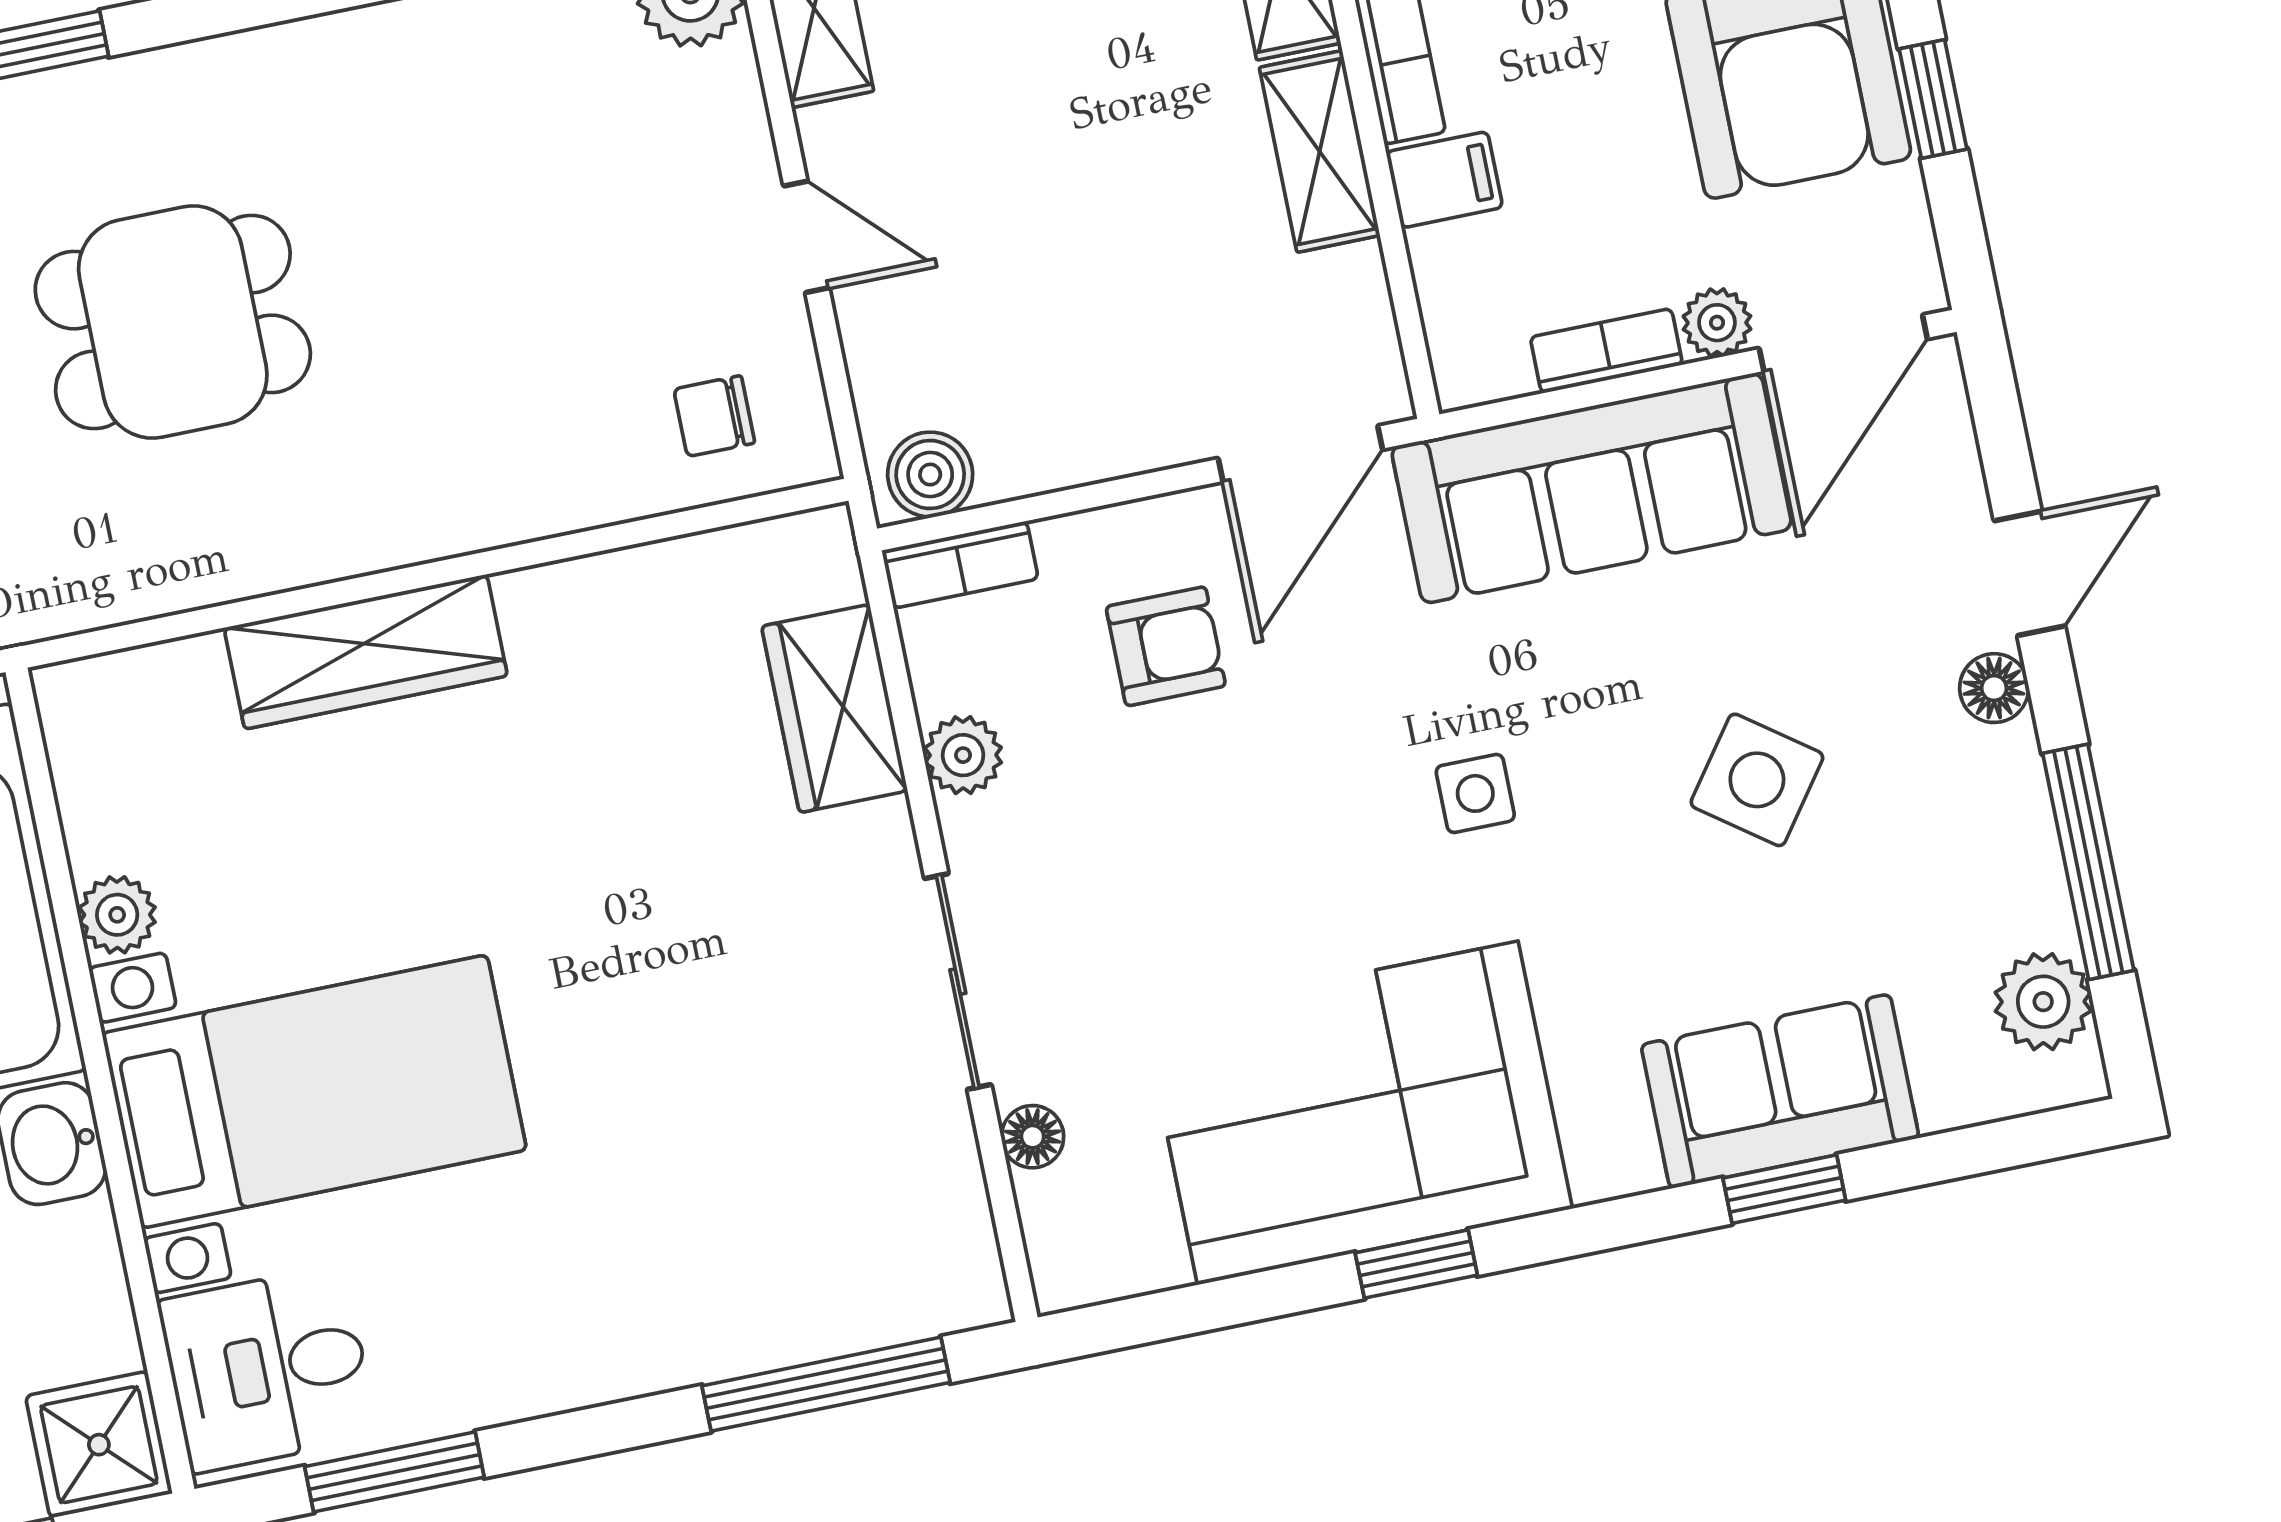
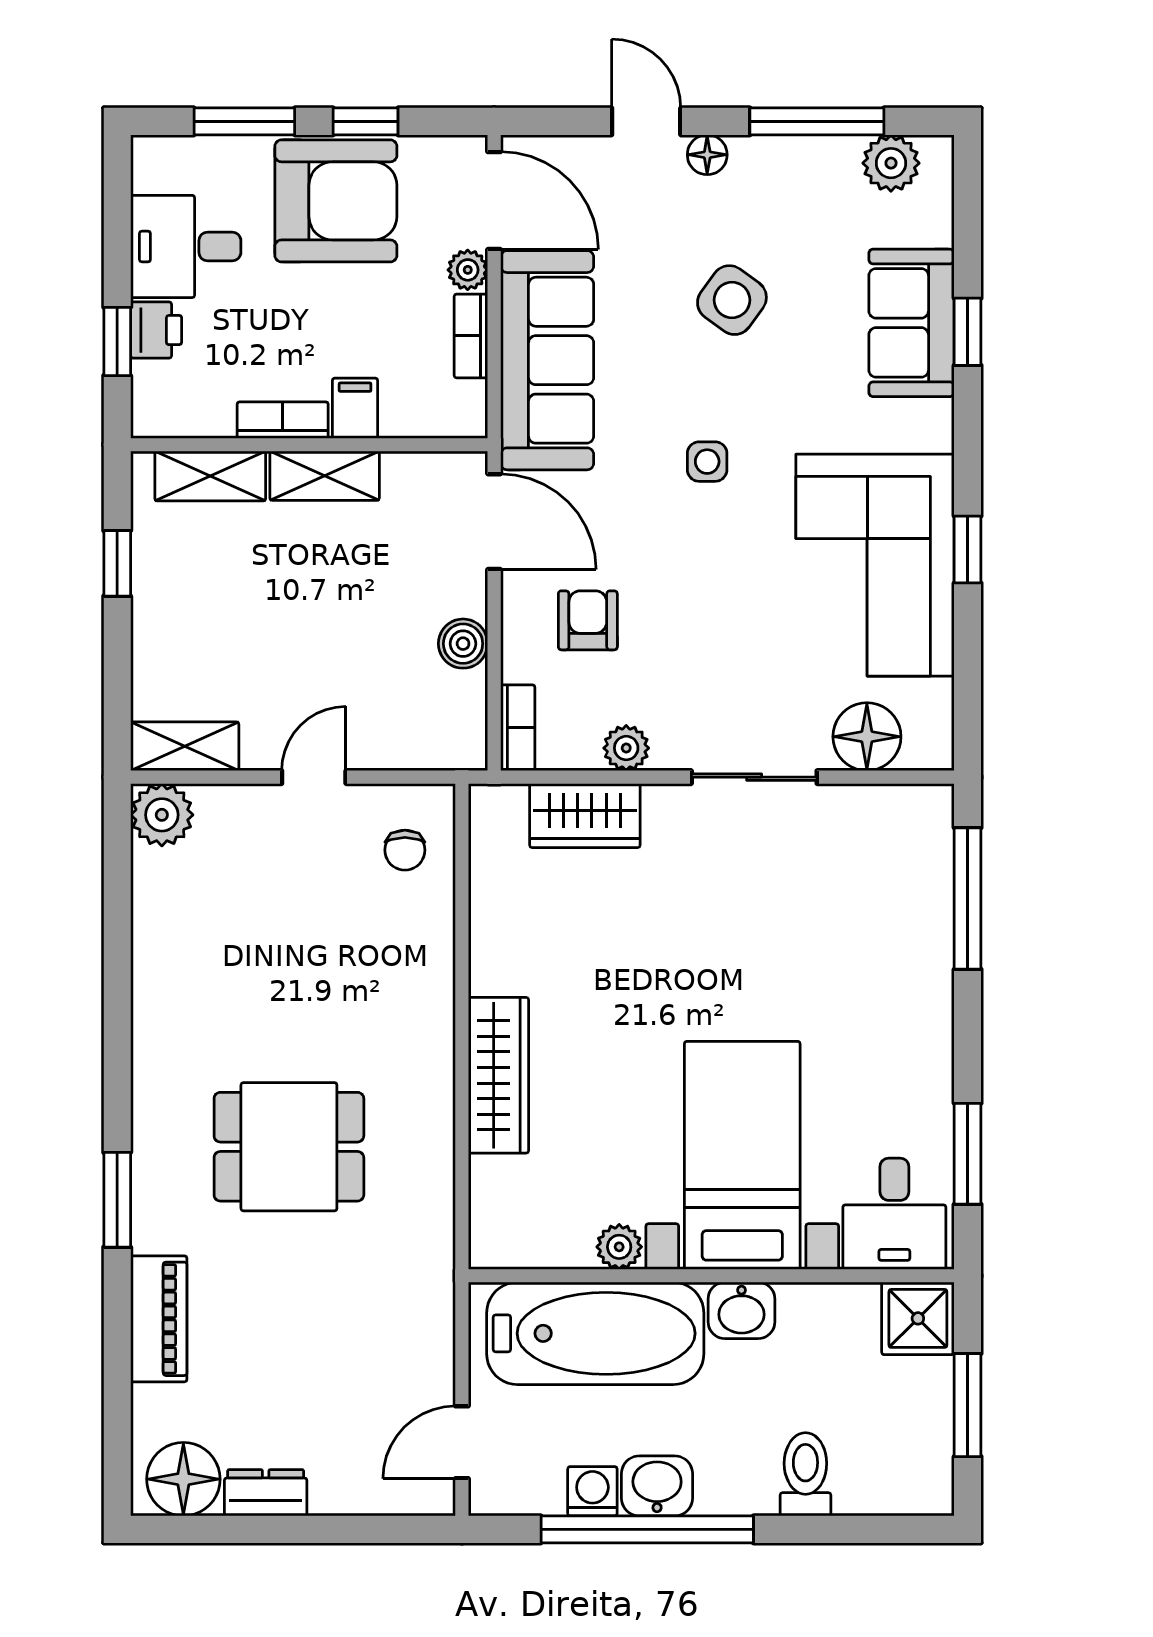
dining table: (173, 322) -> (289, 1147), turned 90
boiler: (930, 475) -> (463, 644), moved
floor lamp: (1033, 1137) -> (867, 737), width x1.89, depth x1.89

